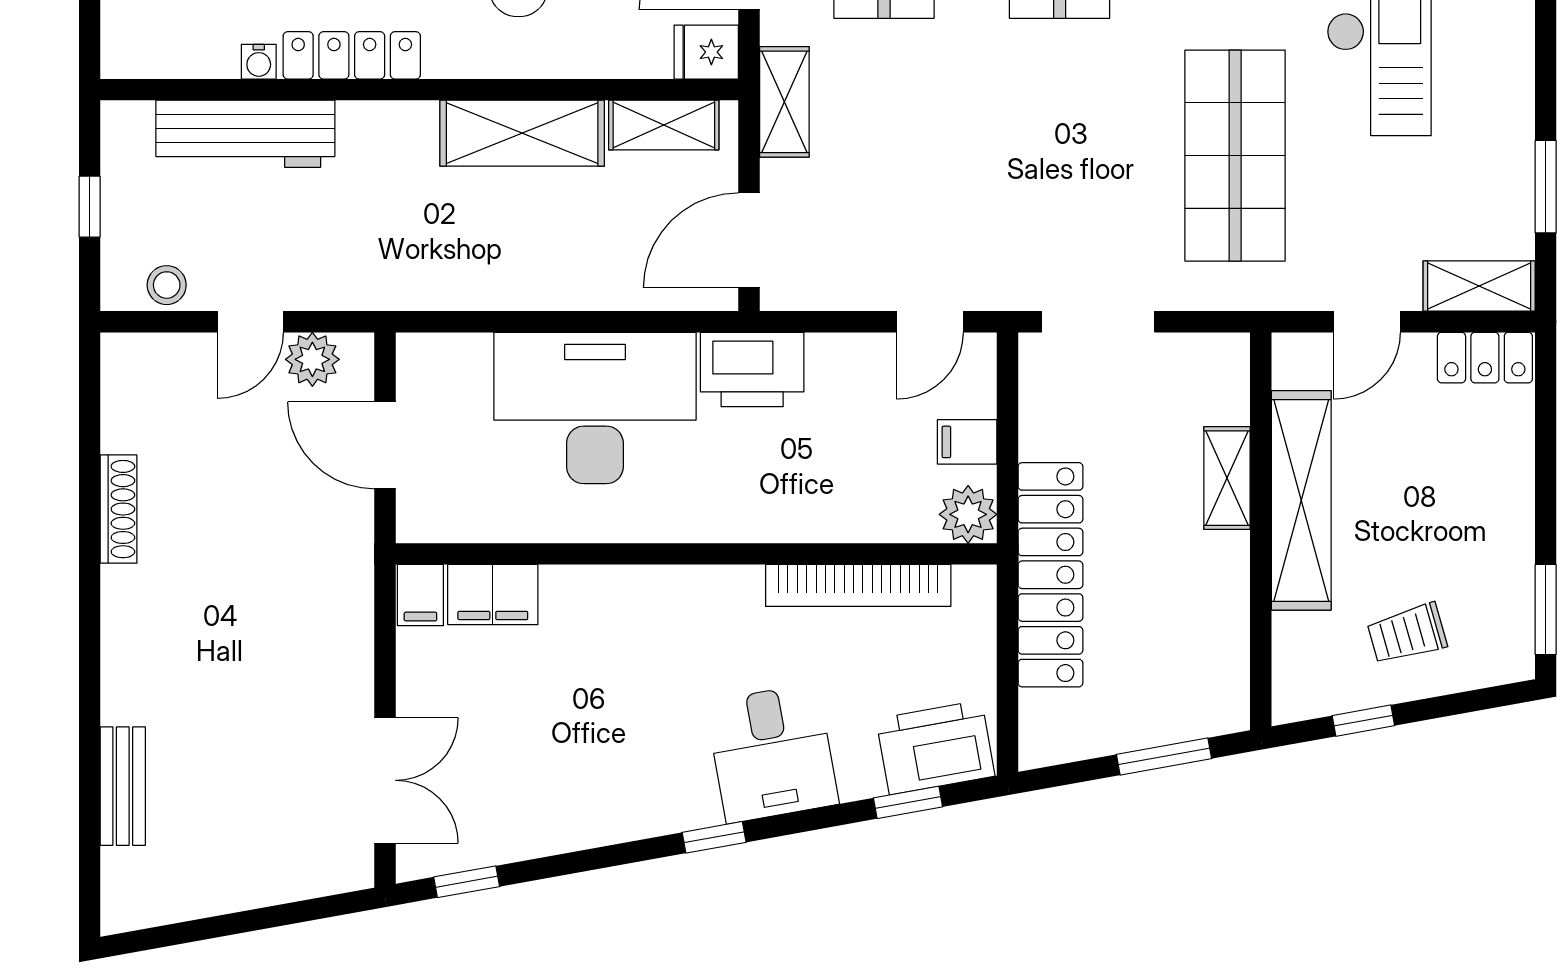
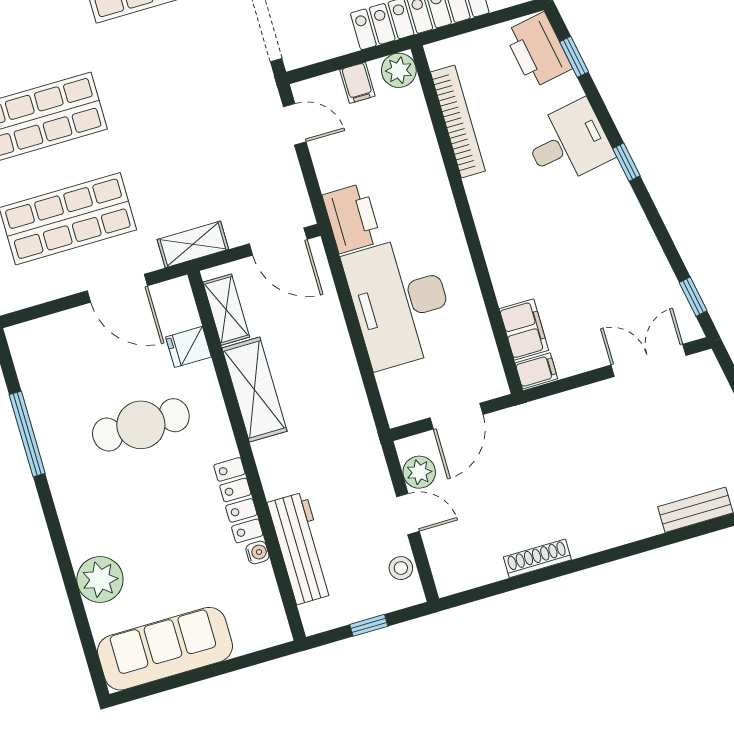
fridge: (706, 52) -> (188, 347), moved, turned 90

